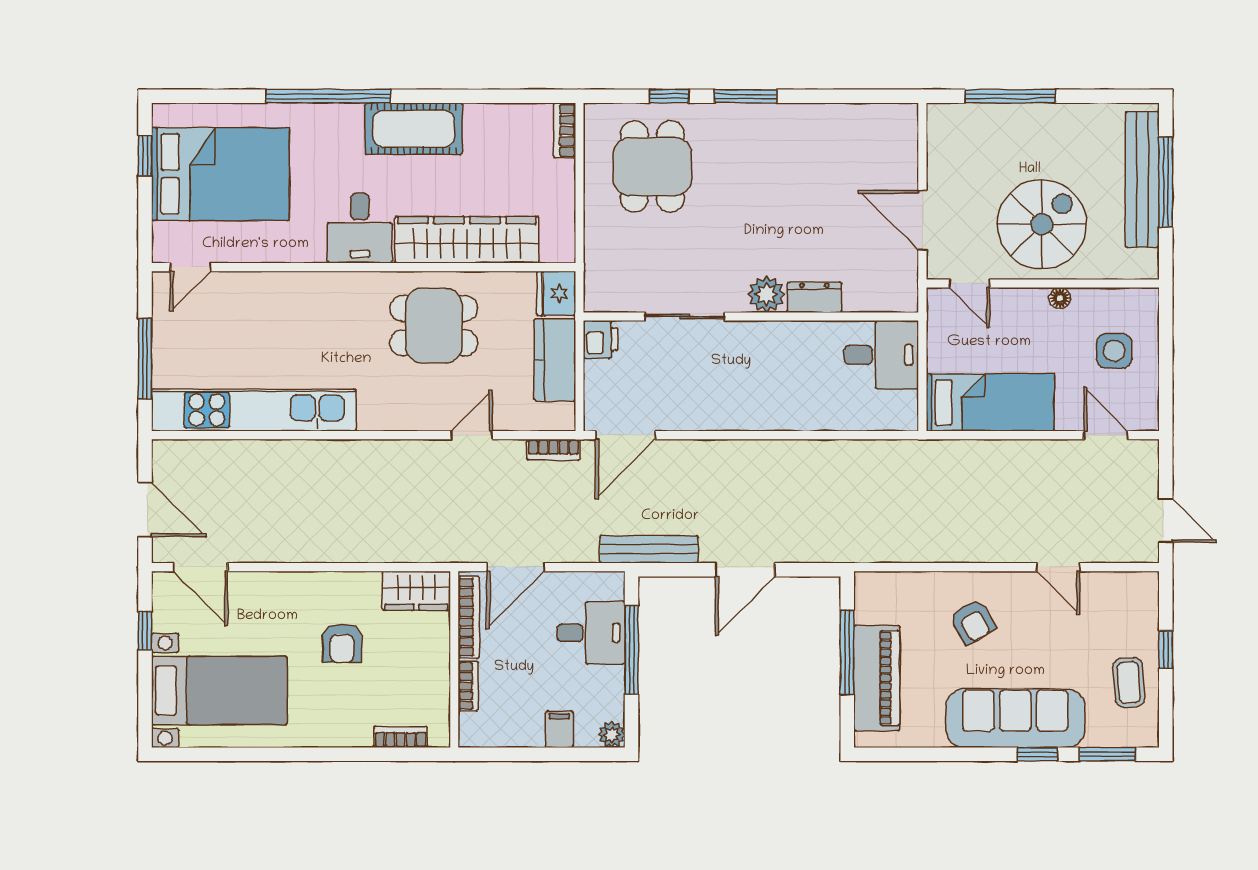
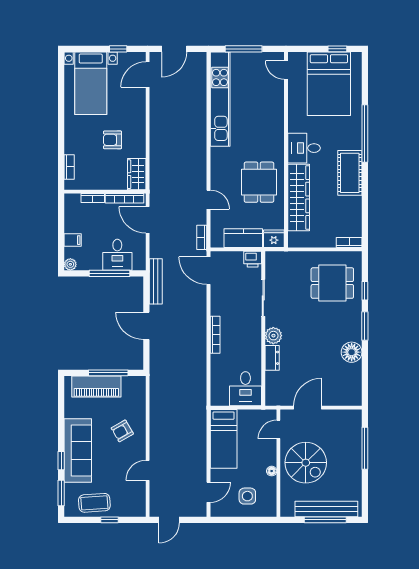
floor lamp: (802, 125) -> (352, 352), added
bookcase: (765, 421) -> (215, 335), added
coffee table: (1129, 682) -> (94, 503), width x1.36, depth x1.30

